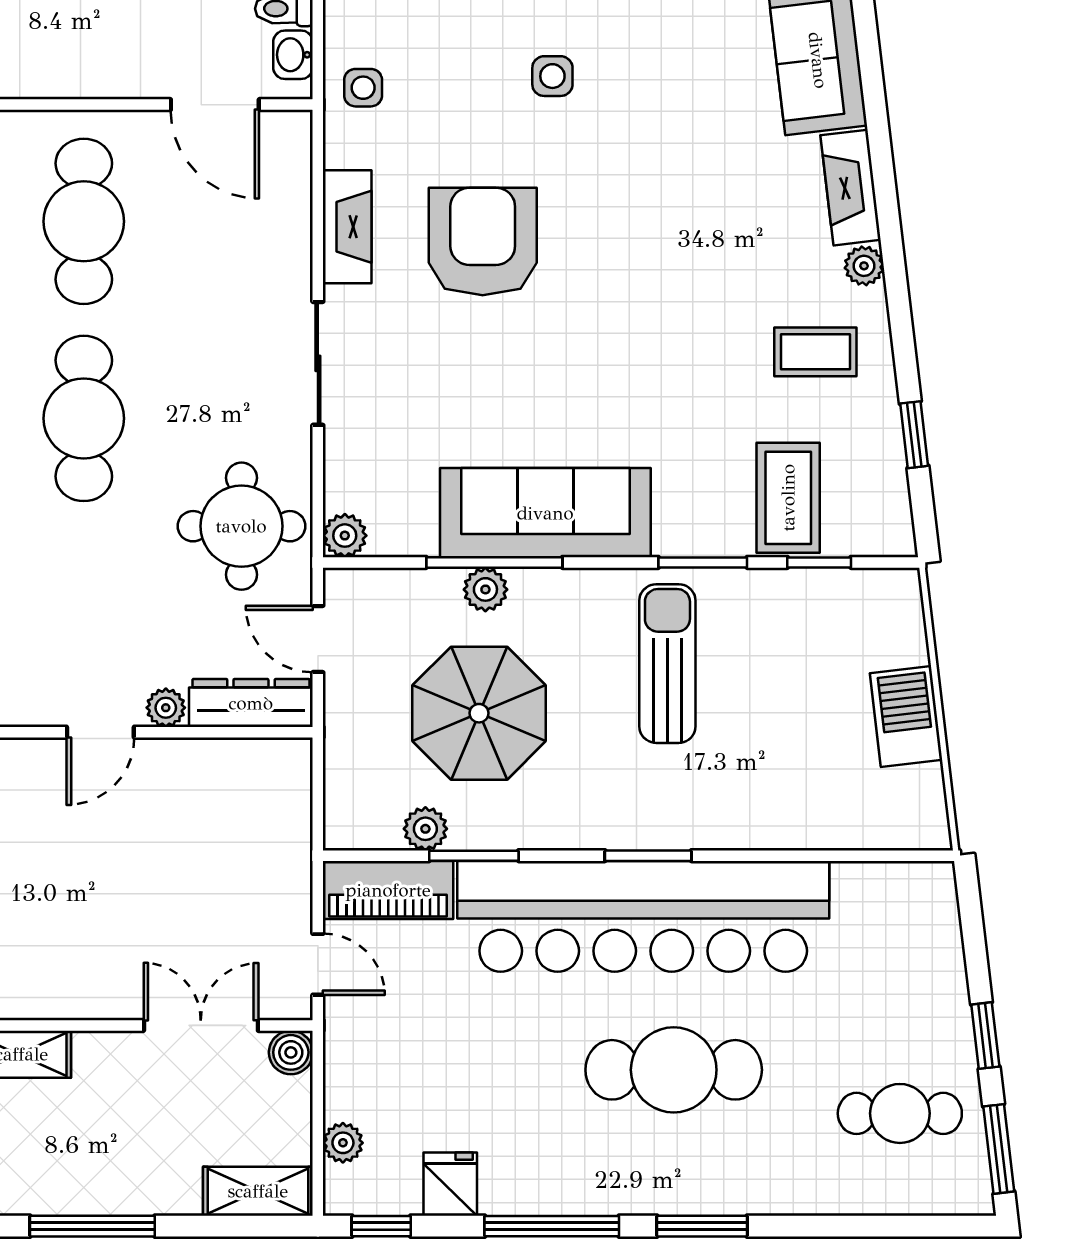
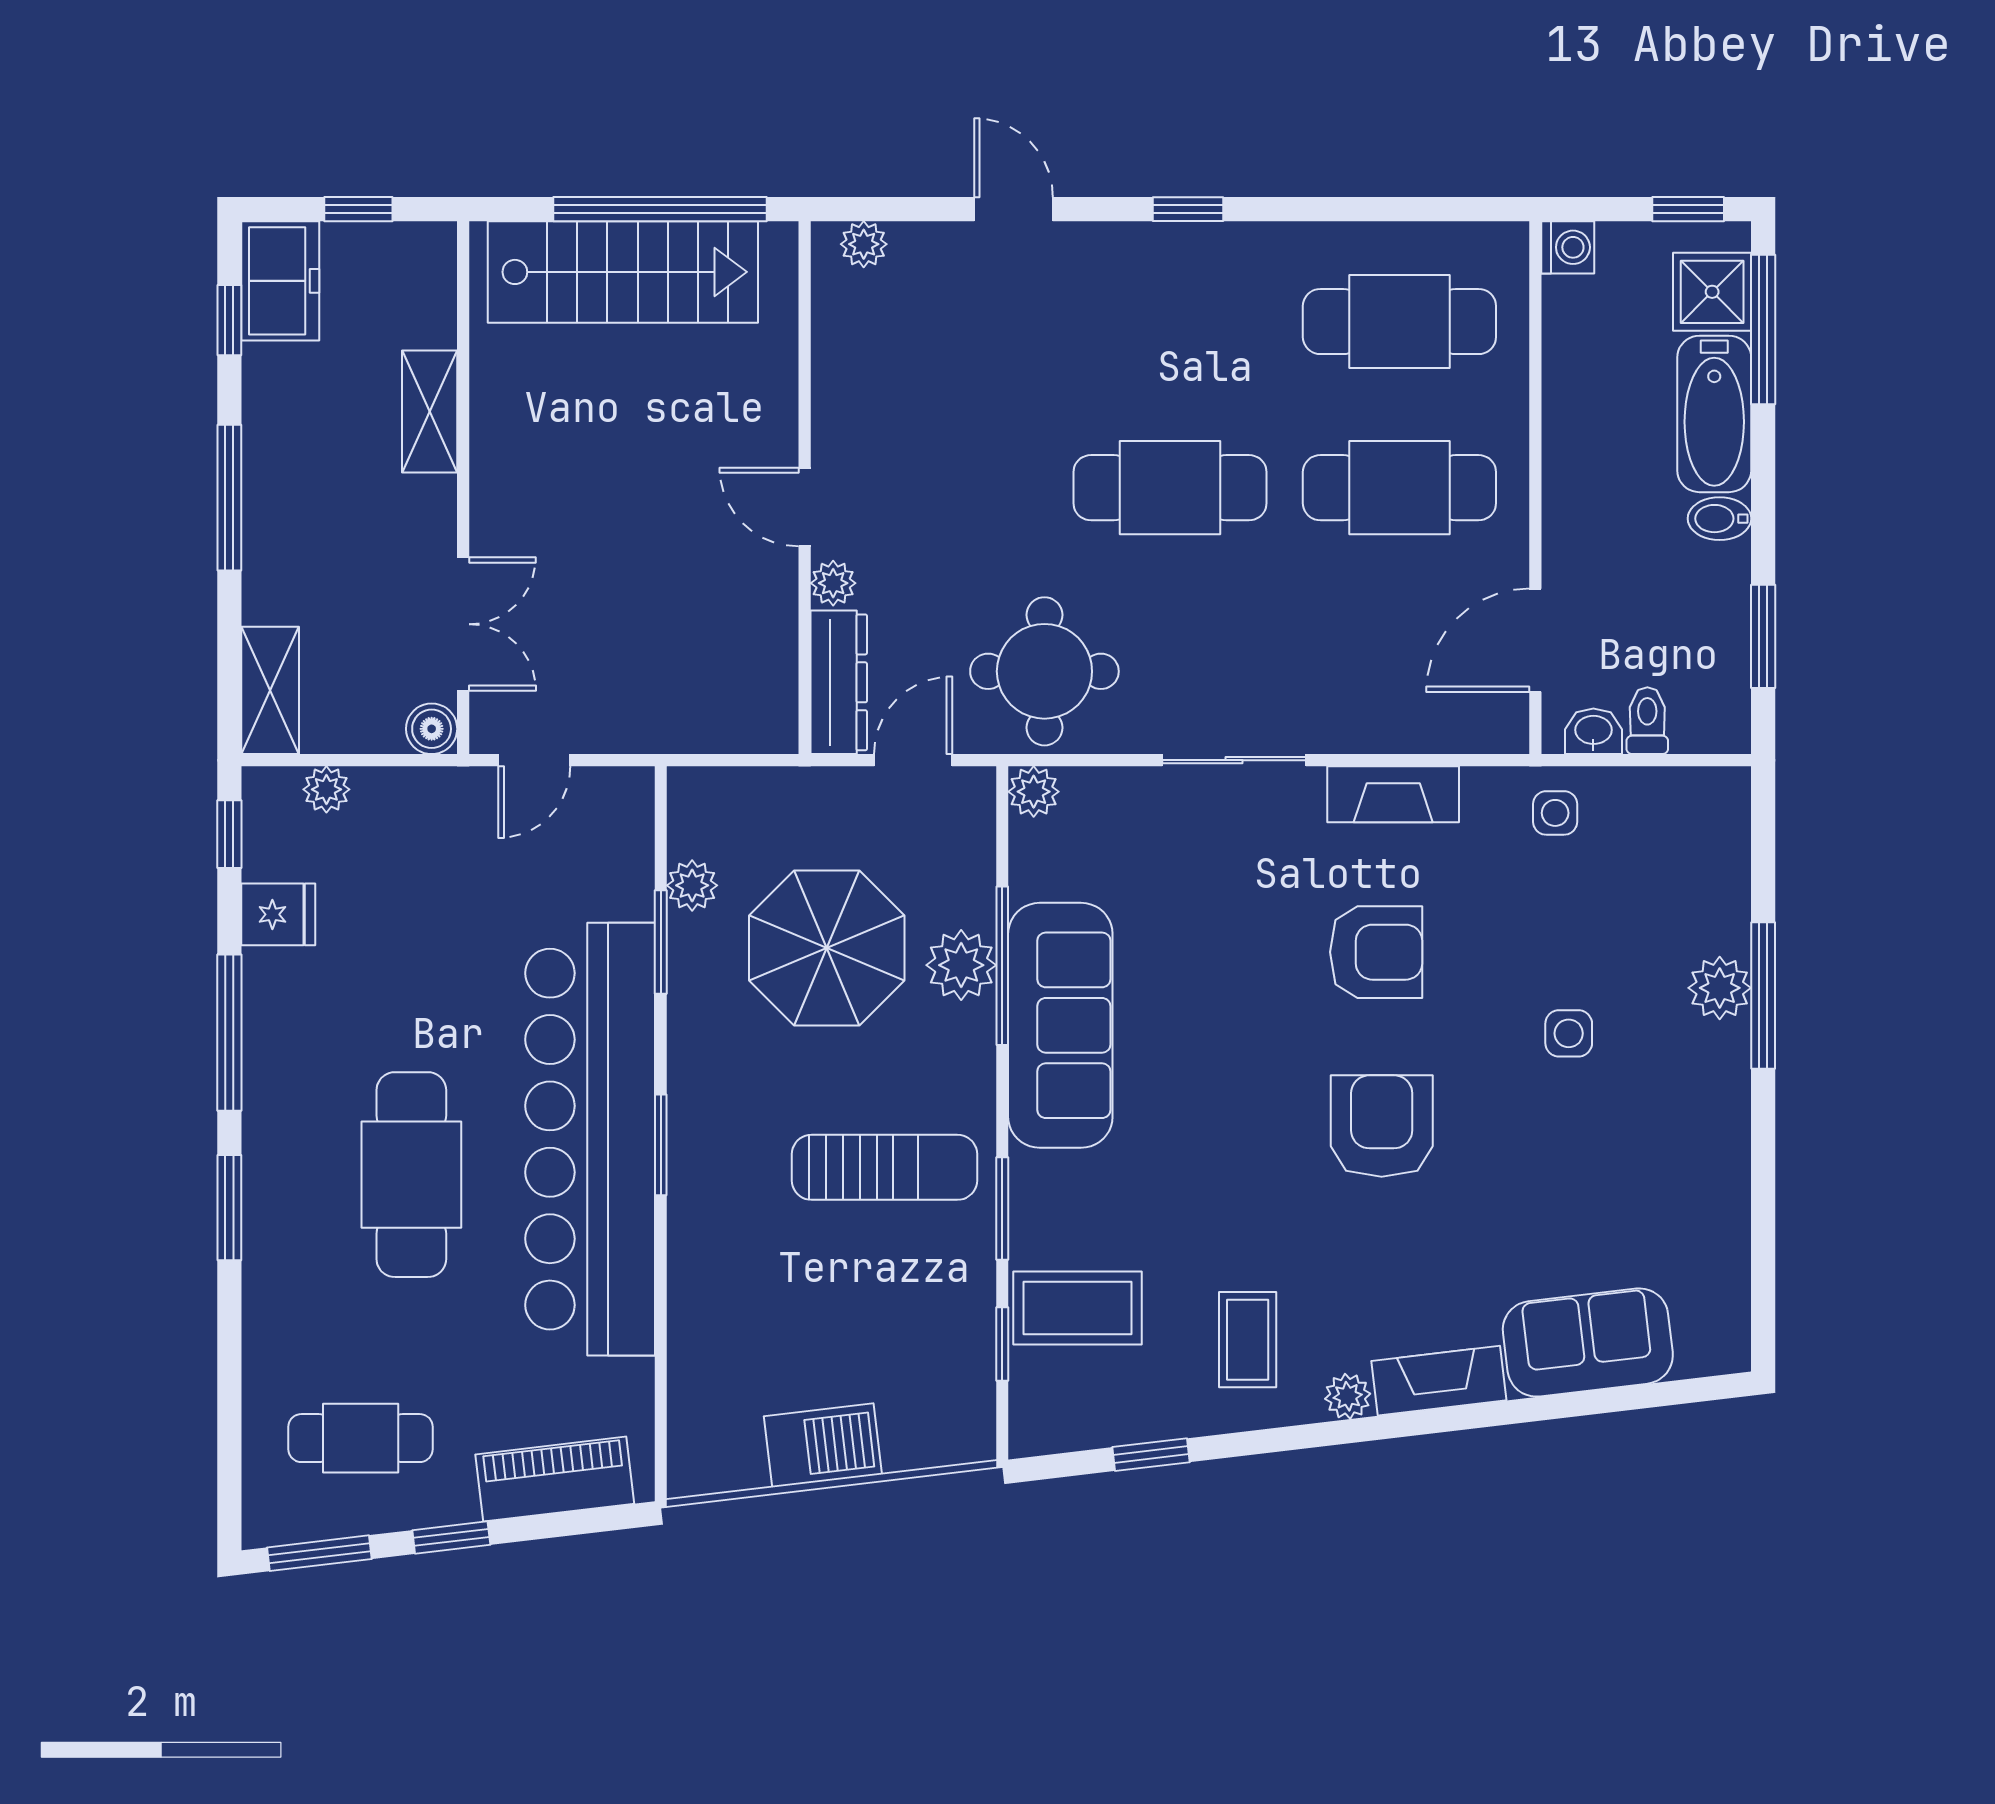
armchair: (632, 237) -> (1382, 1126), added
armchair: (483, 241) -> (1376, 952), width x0.73, depth x0.73
plant: (485, 589) -> (961, 965), width x1.38, depth x1.38
piano: (388, 890) -> (555, 1479), moved, turned 83
cafe table: (900, 1113) -> (361, 1438), turned 90

